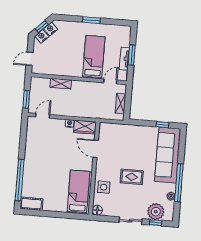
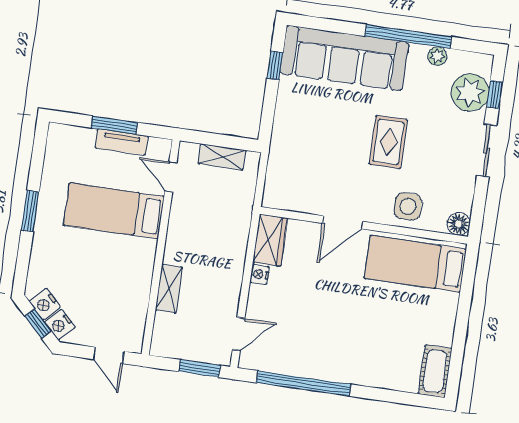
door: (43, 116) -> (239, 334), swing flipped
door: (96, 149) -> (343, 222), moved
window: (20, 180) -> (303, 383), moved

